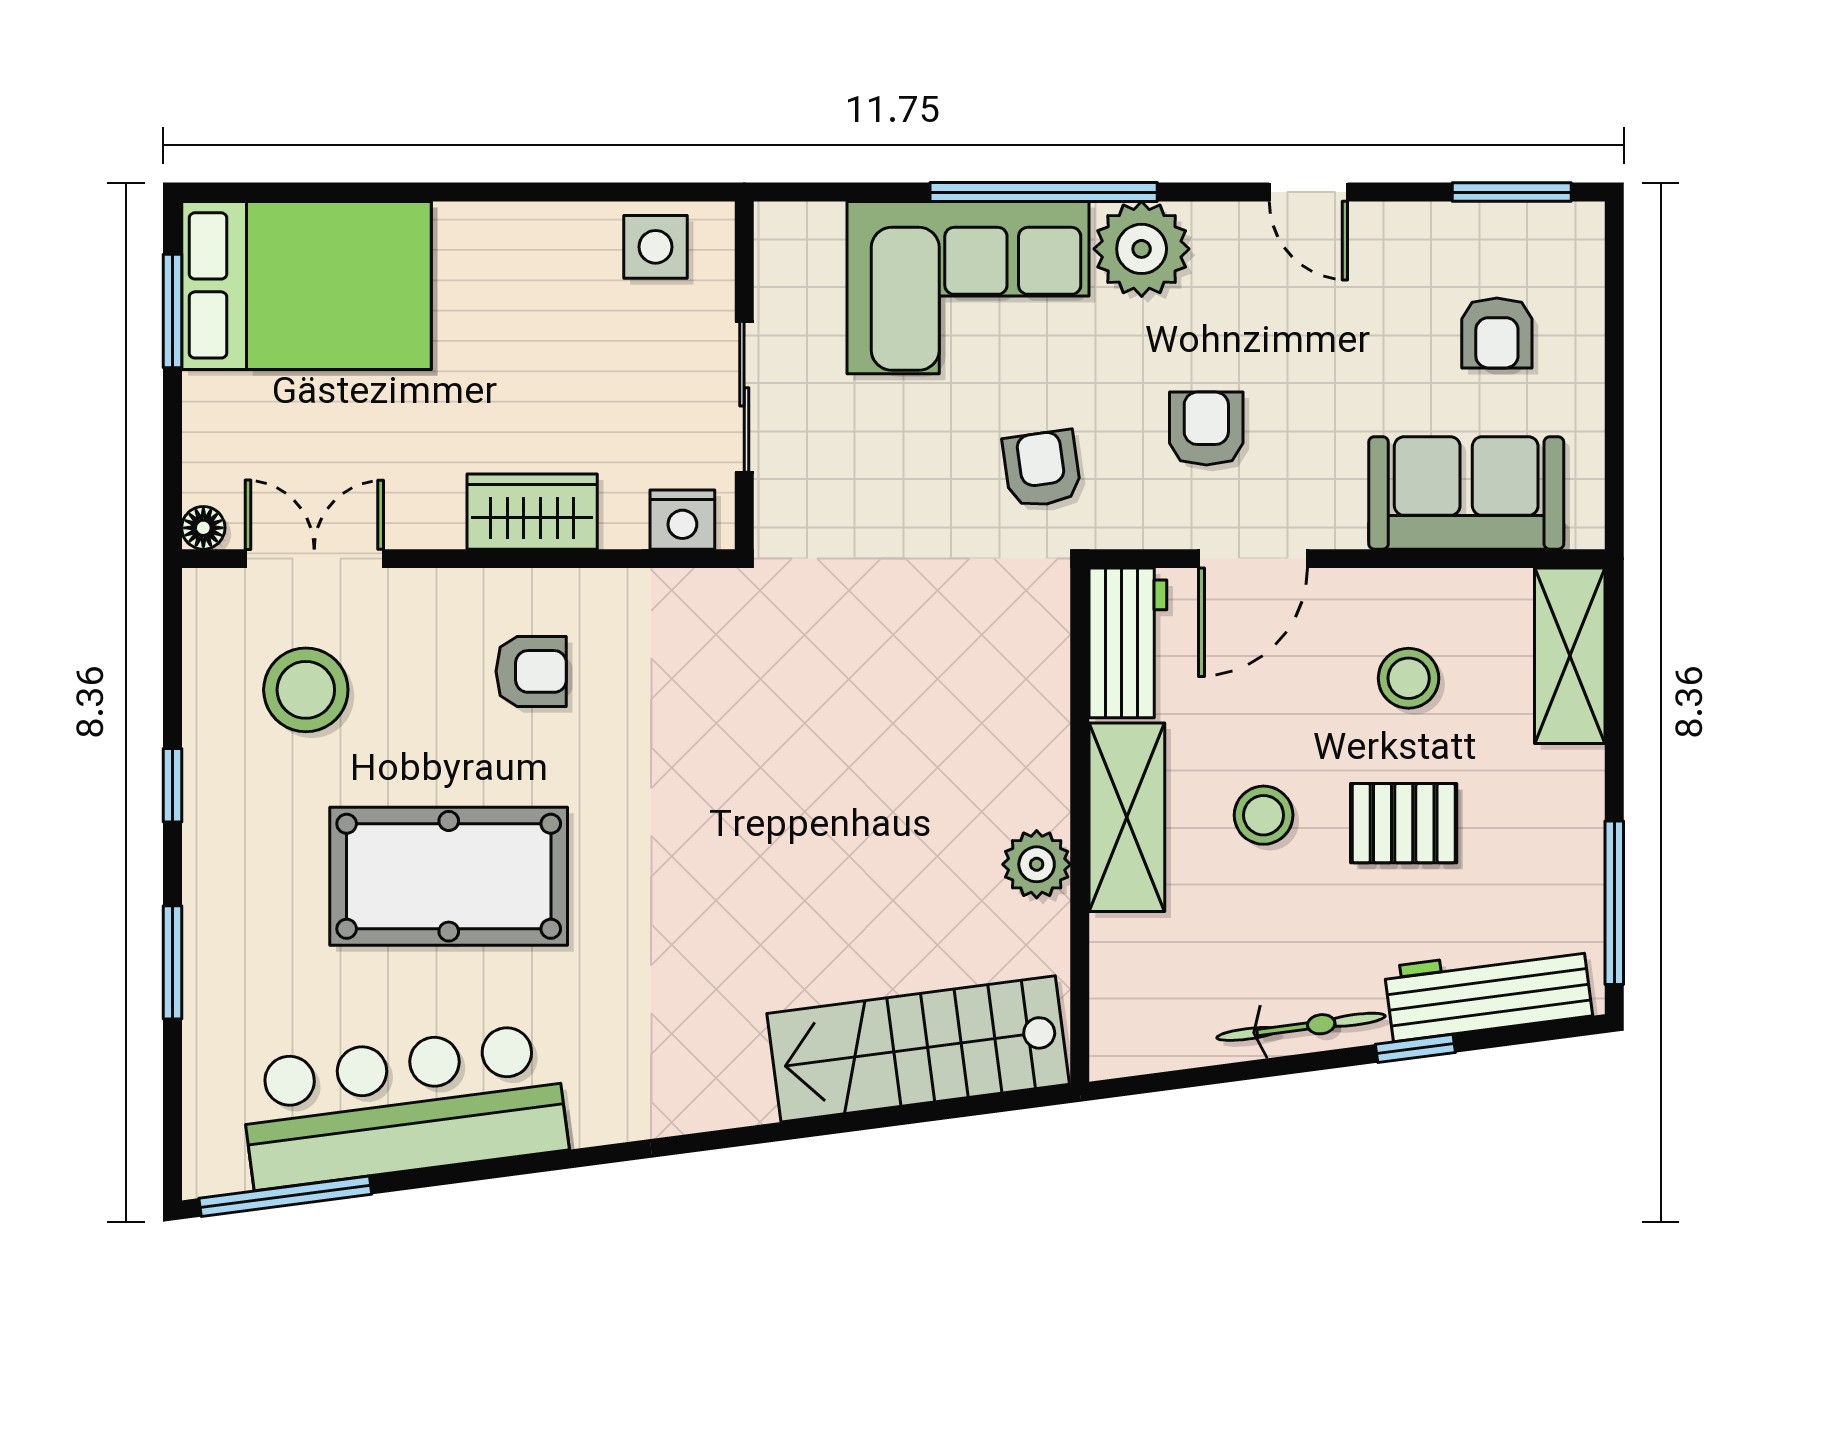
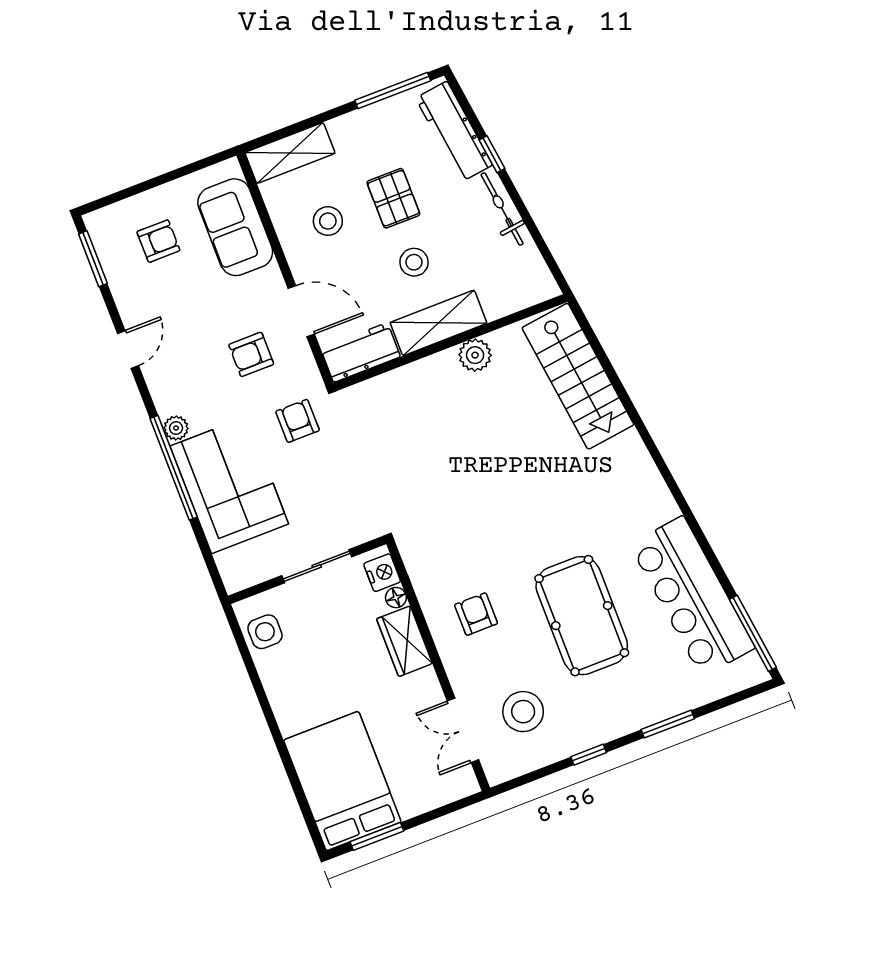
plant: (1142, 249) -> (176, 428), width x0.53, depth x0.53
armchair: (1042, 469) -> (298, 421), turned 98
floor lamp: (203, 528) -> (396, 598), moved

